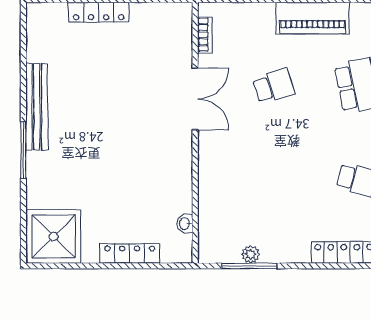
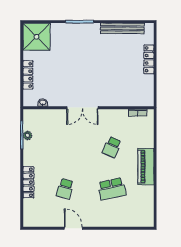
school desk: (274, 86) -> (112, 147), turned 42
double door: (195, 99) -> (82, 108), moved
bench: (37, 107) -> (122, 28), moved

